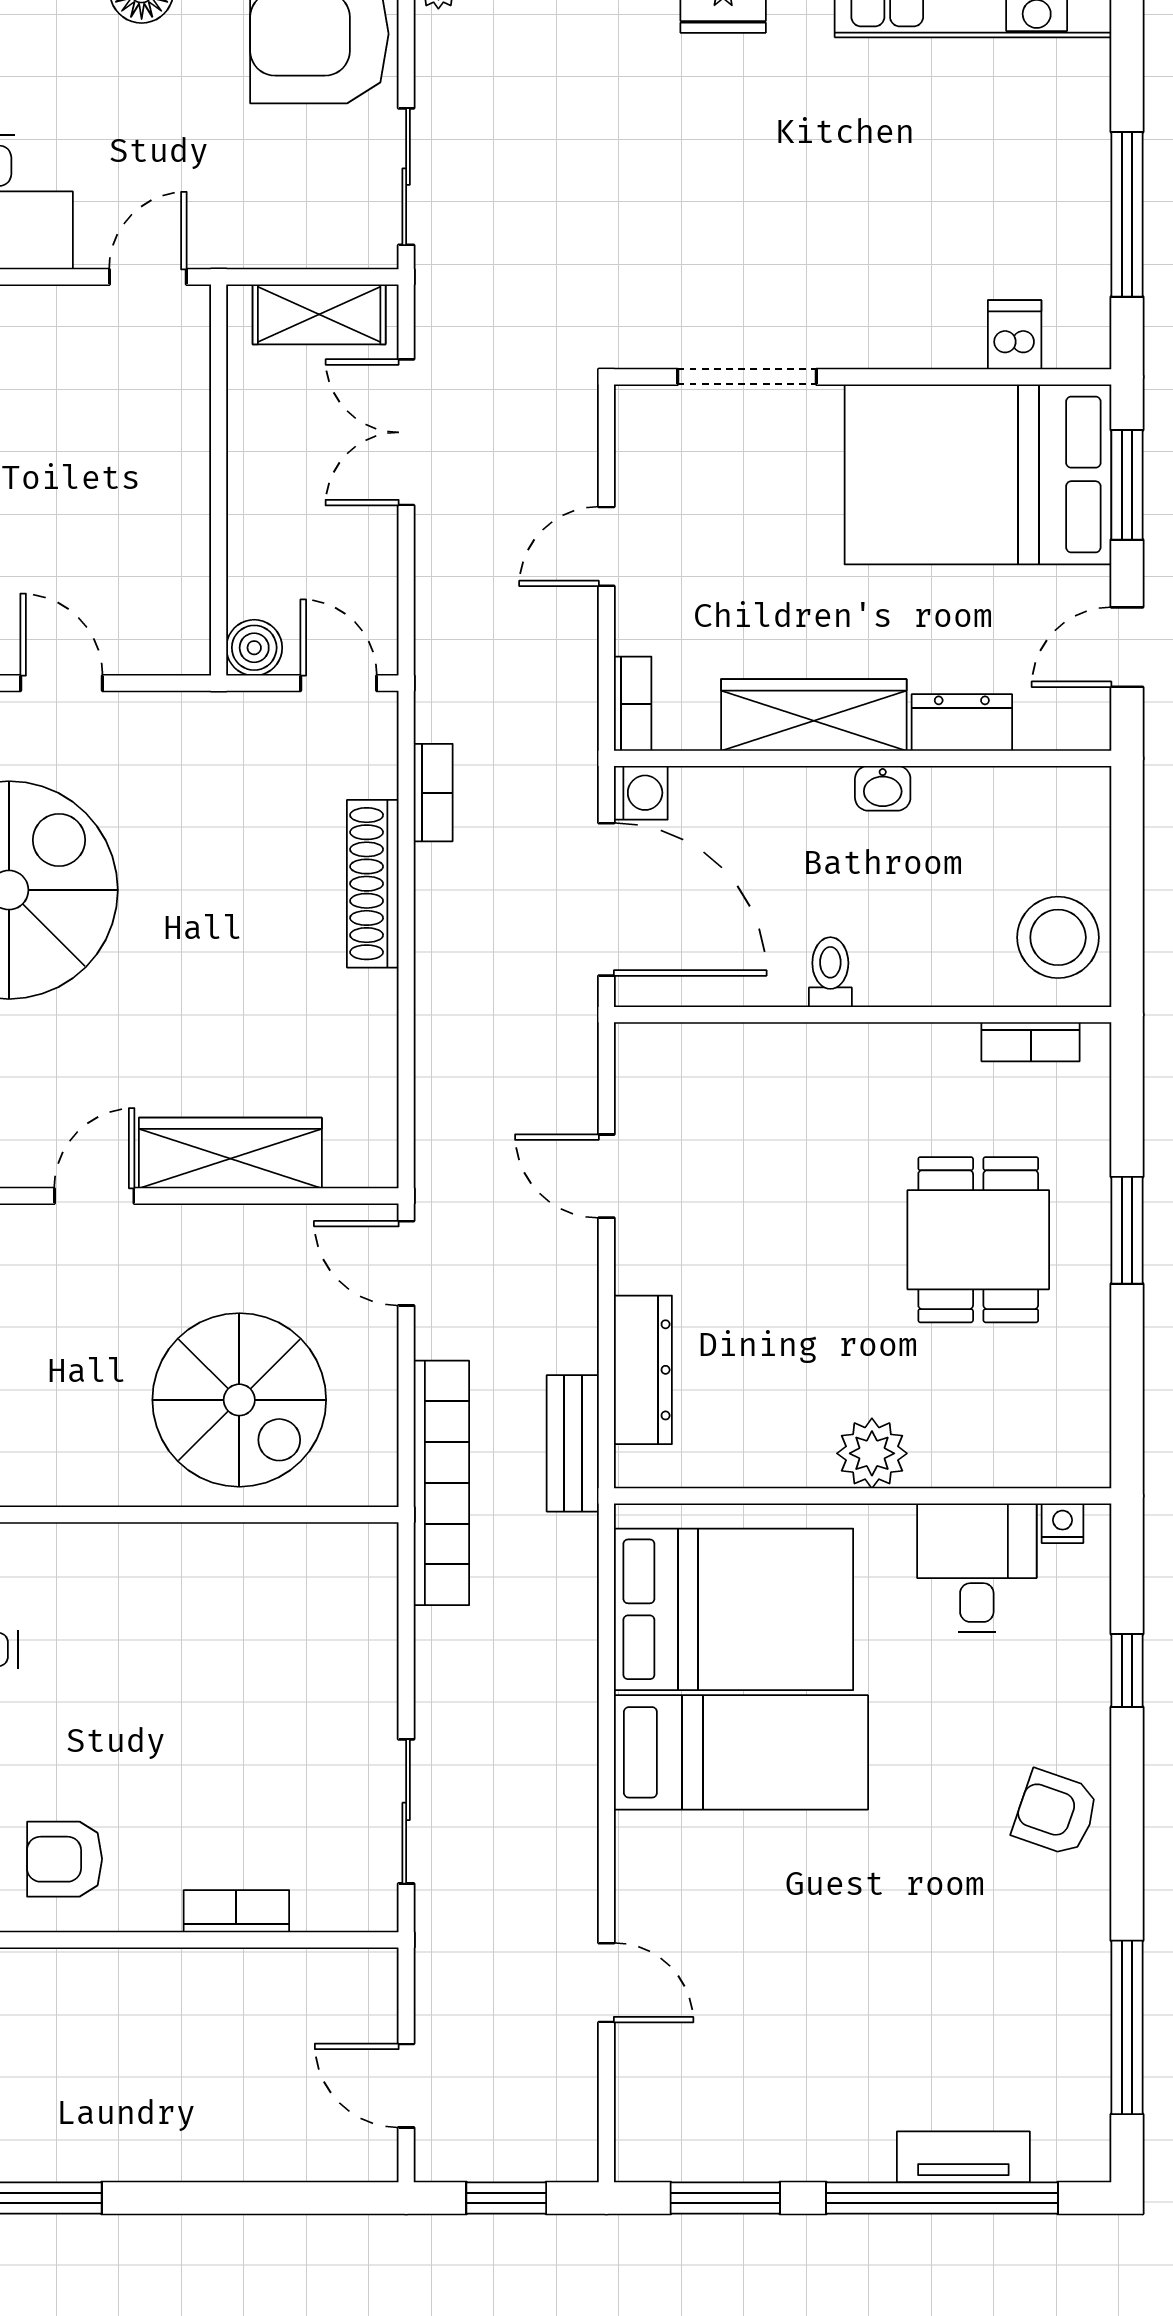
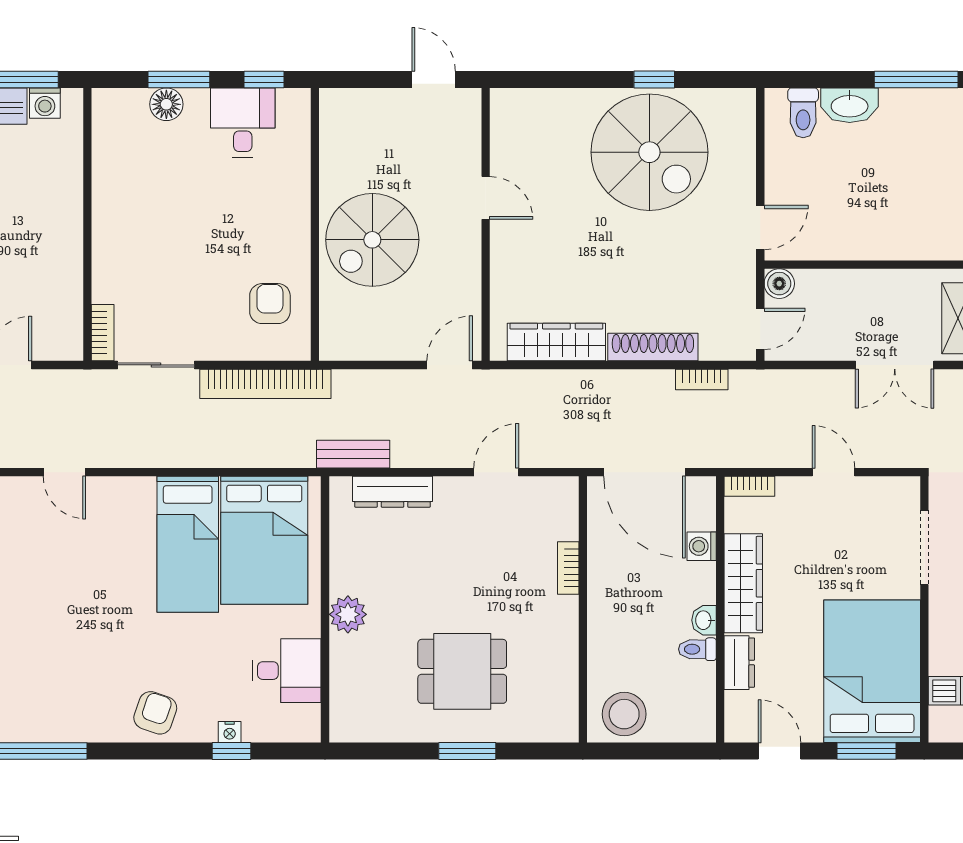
double door: (406, 432) -> (895, 365), swing flipped
door: (61, 683) -> (760, 228), moved
washing machine: (641, 793) -> (702, 546), moved, turned 90
door: (606, 899) -> (644, 472), hinge flipped
toilet: (830, 972) -> (697, 649), moved, turned 180
bookcase: (1031, 1042) -> (568, 568), moved
wardrobe: (230, 1153) -> (556, 342), moved, turned -90
spiral stairs: (239, 1400) -> (372, 240), moved
bookcase: (441, 1483) -> (265, 384), moved
nightstand: (1062, 1523) -> (230, 732), moved, turned 90
armchair: (65, 1859) -> (270, 304), moved
bookcase: (236, 1911) -> (103, 333), moved
door: (606, 1983) -> (64, 472), hinge flipped

